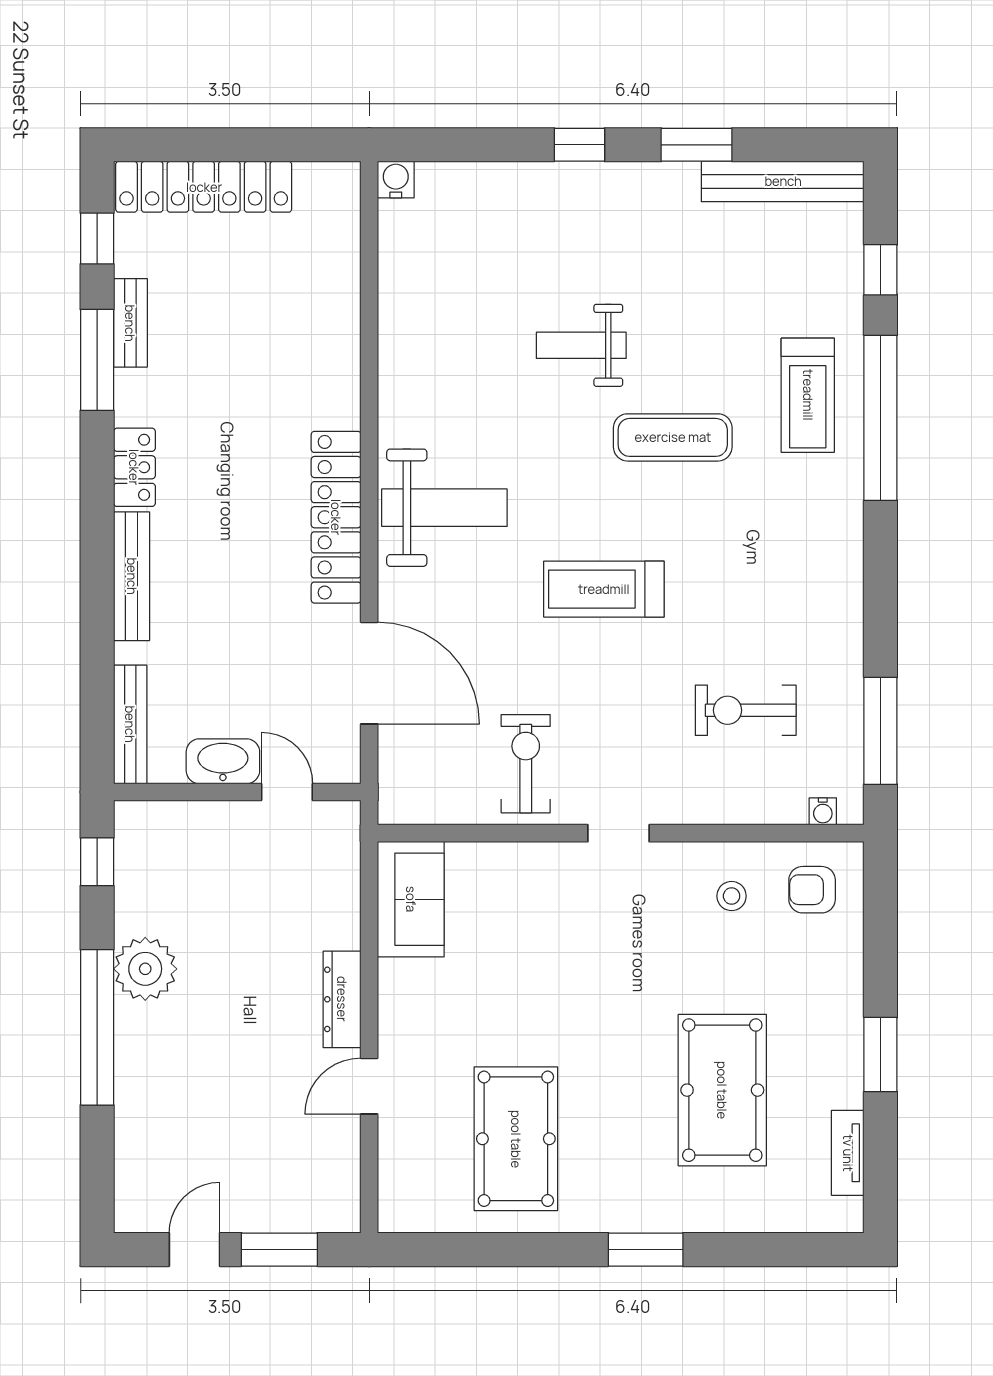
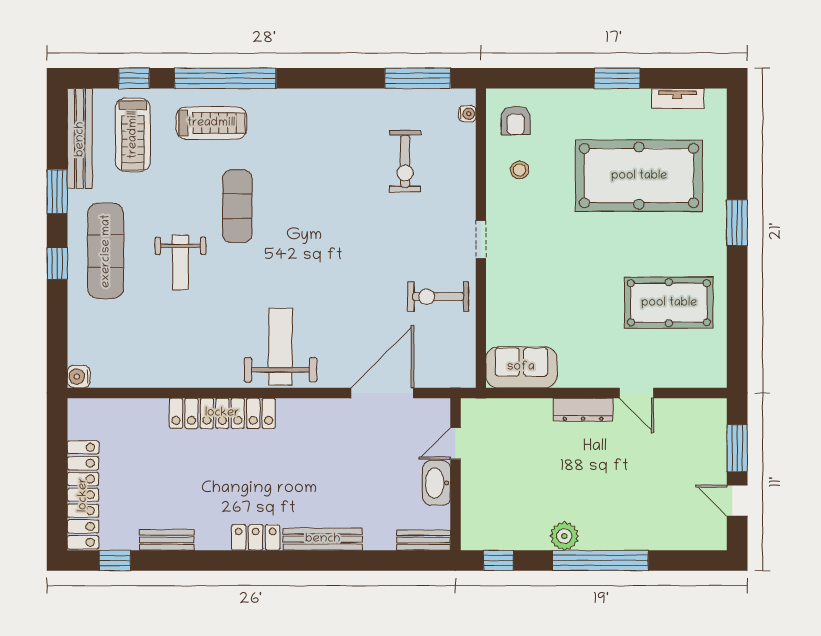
exercise mat: (600, 224) -> (106, 251), added
window: (97, 360) -> (190, 560), removed
locker: (336, 517) -> (222, 413), moved
treadmill: (604, 589) -> (133, 135), moved
bench: (130, 724) -> (424, 540), width x0.73
plant: (145, 969) -> (564, 536), width x0.73, depth x0.73
pool table: (722, 1090) -> (639, 176), width x1.36, depth x1.32

